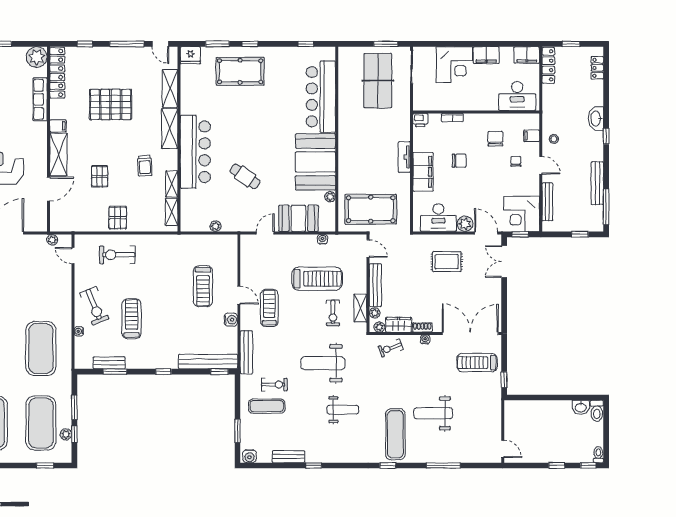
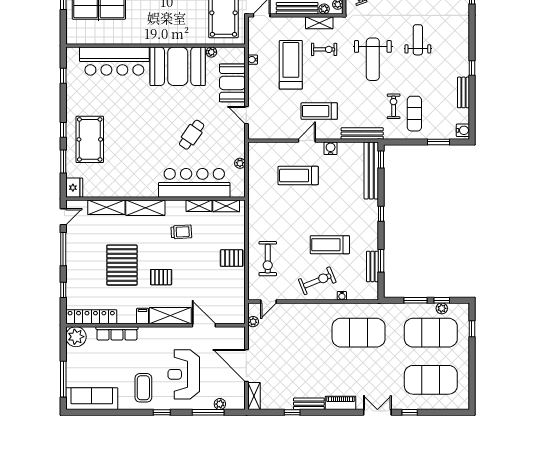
bar counter: (195, 152) -> (194, 183), moved
pallet: (100, 176) -> (161, 277), moved
treadmill: (203, 286) -> (298, 176), turned 180

